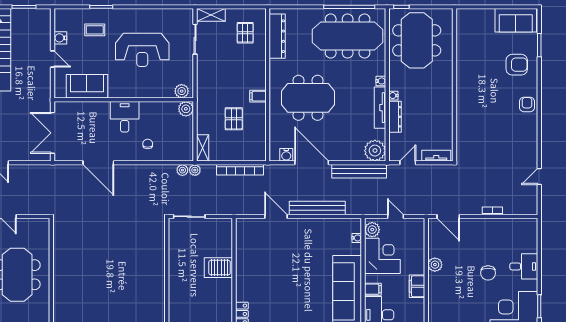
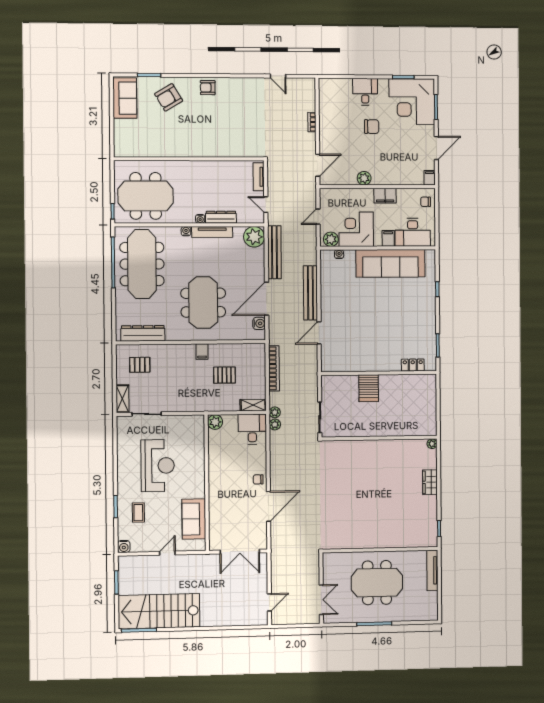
water cooler: (60, 38) -> (124, 546), moved
armchair: (517, 65) -> (169, 97), turned -121
plant: (182, 91) -> (198, 426), removed
desk: (125, 117) -> (252, 429), moved, turned 90
chair: (148, 144) -> (258, 479), moved

